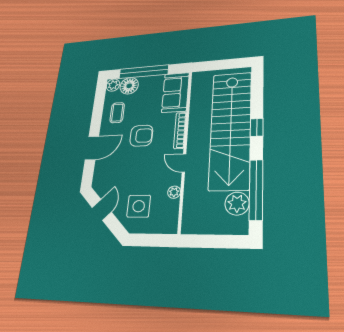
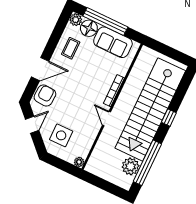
sofa: (175, 92) -> (113, 42), moved, turned -90
armchair: (141, 136) -> (45, 96), moved, turned -87
plant: (174, 192) -> (79, 162), moved

